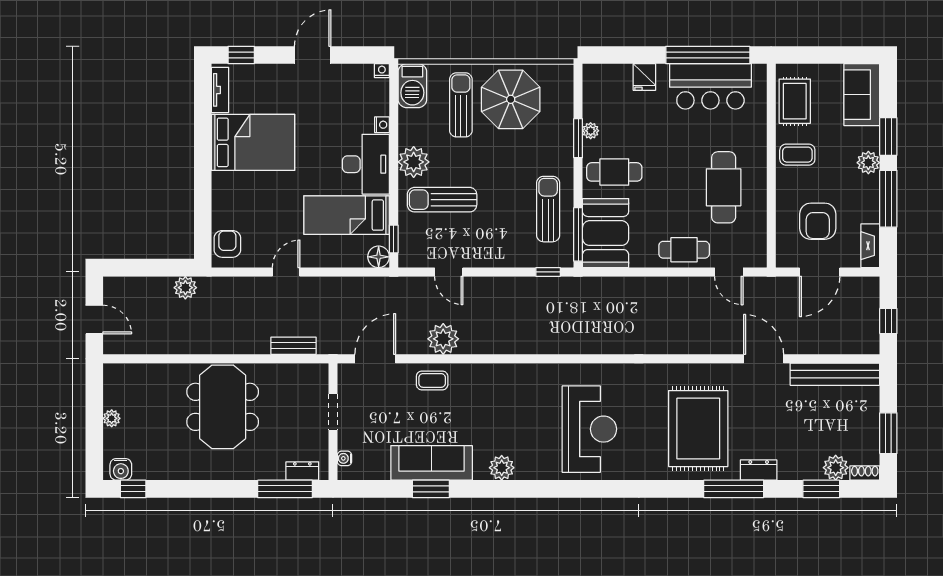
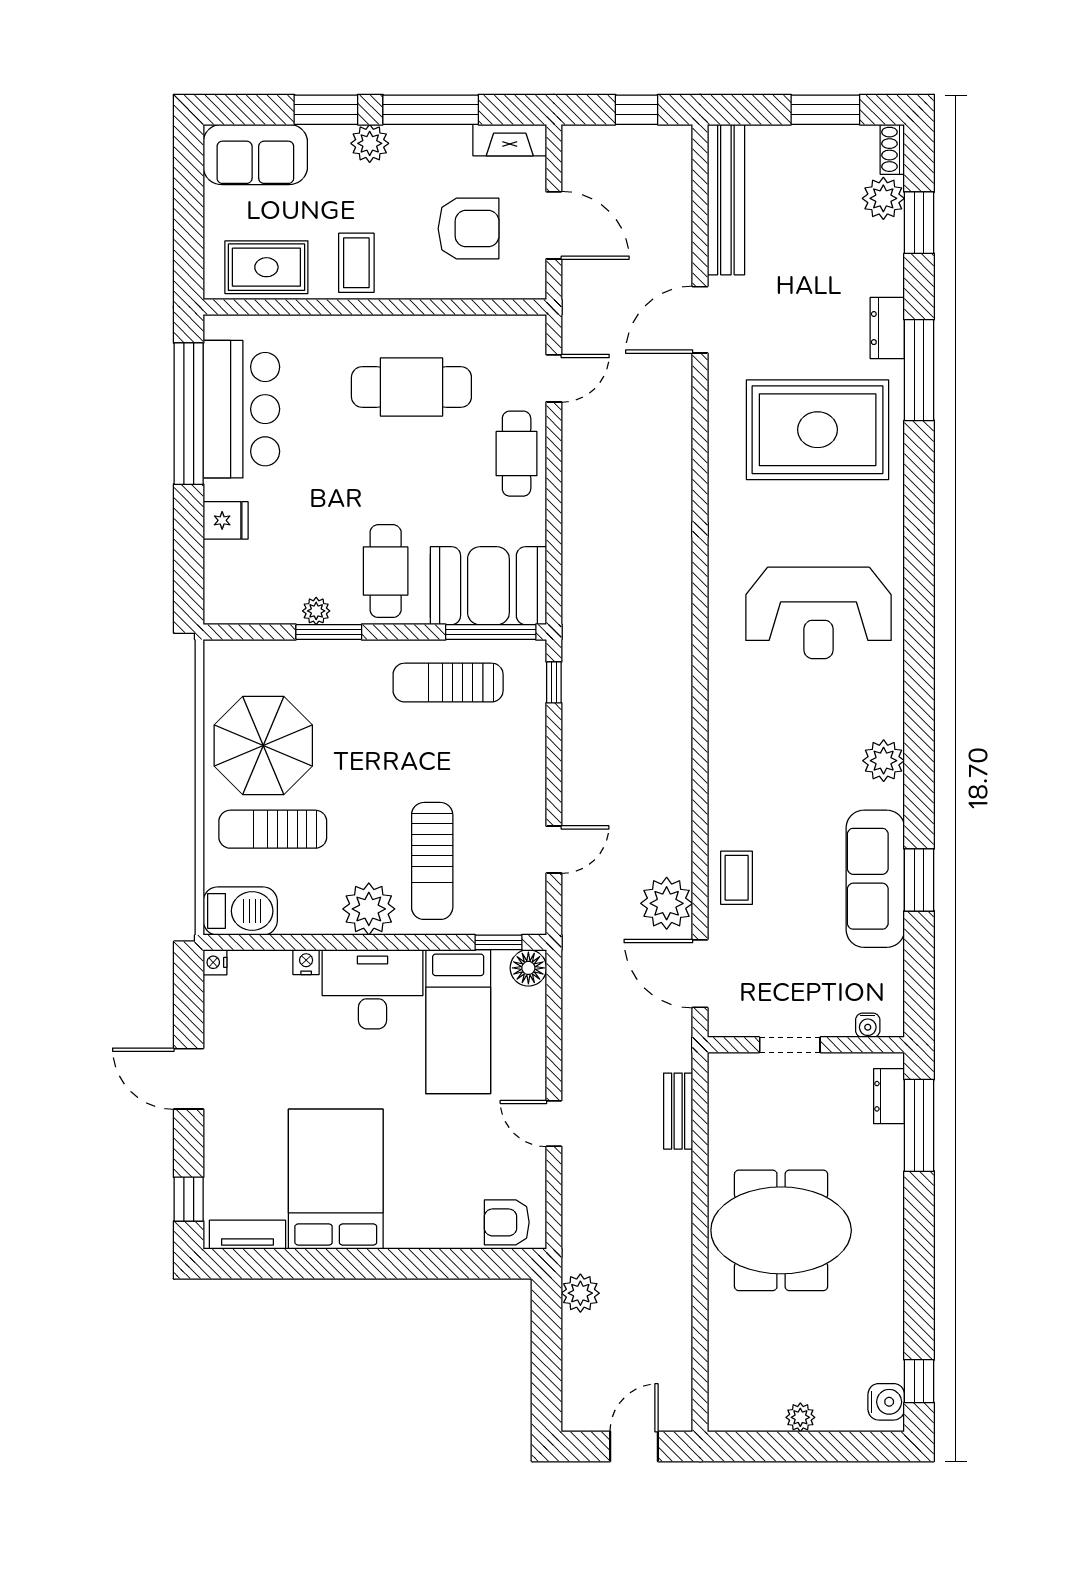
plant: (443, 339) -> (667, 903), moved
reception desk: (589, 429) -> (818, 613), turned 180

